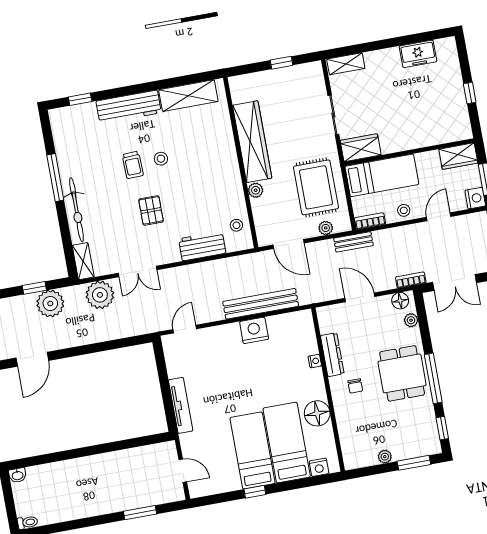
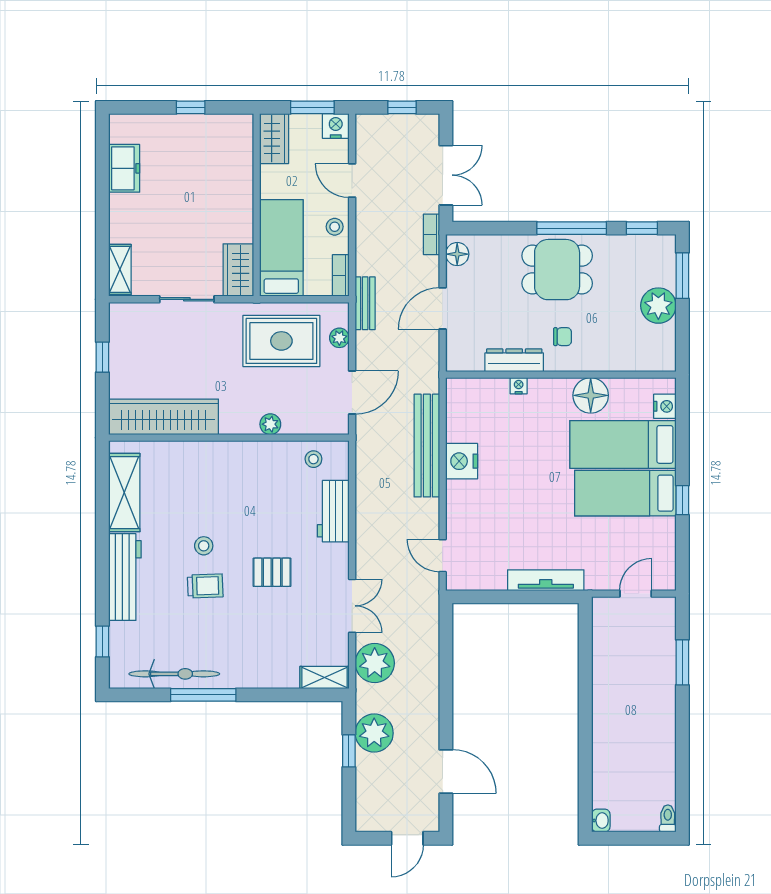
wardrobe: (252, 142) -> (164, 417), moved
bicycle: (77, 210) -> (174, 674), moved
plant: (411, 320) -> (487, 244), removed
plant: (385, 457) -> (658, 306), width x1.88, depth x1.88

